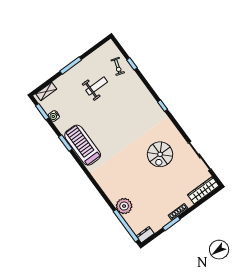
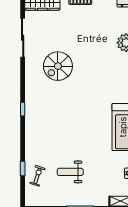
spiral stairs: (160, 154) -> (58, 66), turned 180

